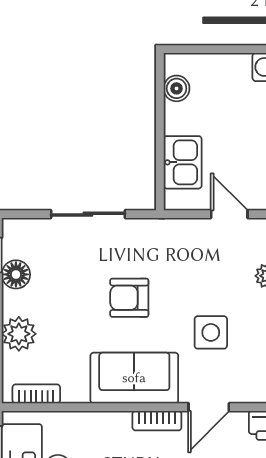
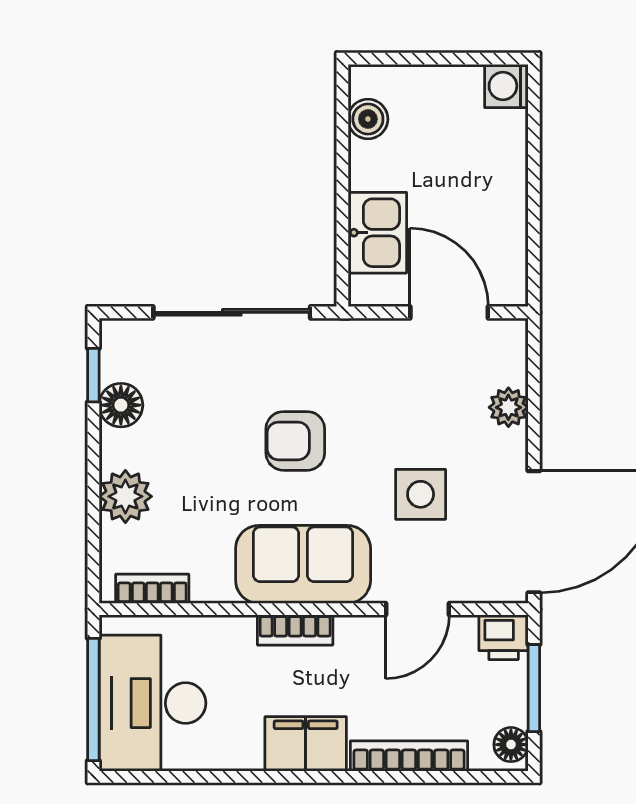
sliding door: (88, 214) -> (232, 312), width x1.37
door: (229, 214) -> (449, 312), width x1.38
bookcase: (157, 421) -> (295, 630), moved

